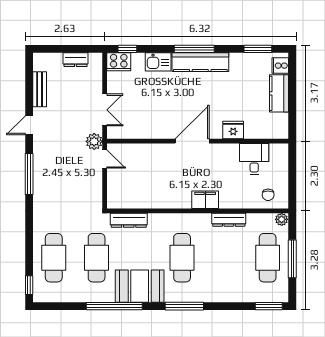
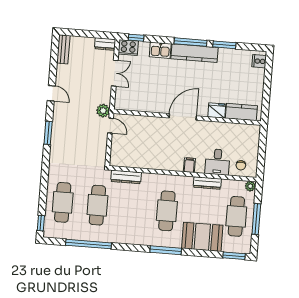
window: (258, 49) -> (224, 45), moved
dresser: (75, 60) -> (105, 44), moved
bench: (40, 89) -> (63, 49), moved
kitchen counter: (279, 93) -> (241, 112), moved, turned 90
double door: (105, 110) -> (115, 73), moved
door: (29, 125) -> (51, 93), swing flipped
desk: (254, 159) -> (217, 162), moved, turned 180
window: (29, 174) -> (48, 133), width x0.69
filing cabinet: (205, 200) -> (189, 165), width x0.50
booth: (140, 286) -> (202, 237), moved
window: (114, 306) -> (89, 244), moved

